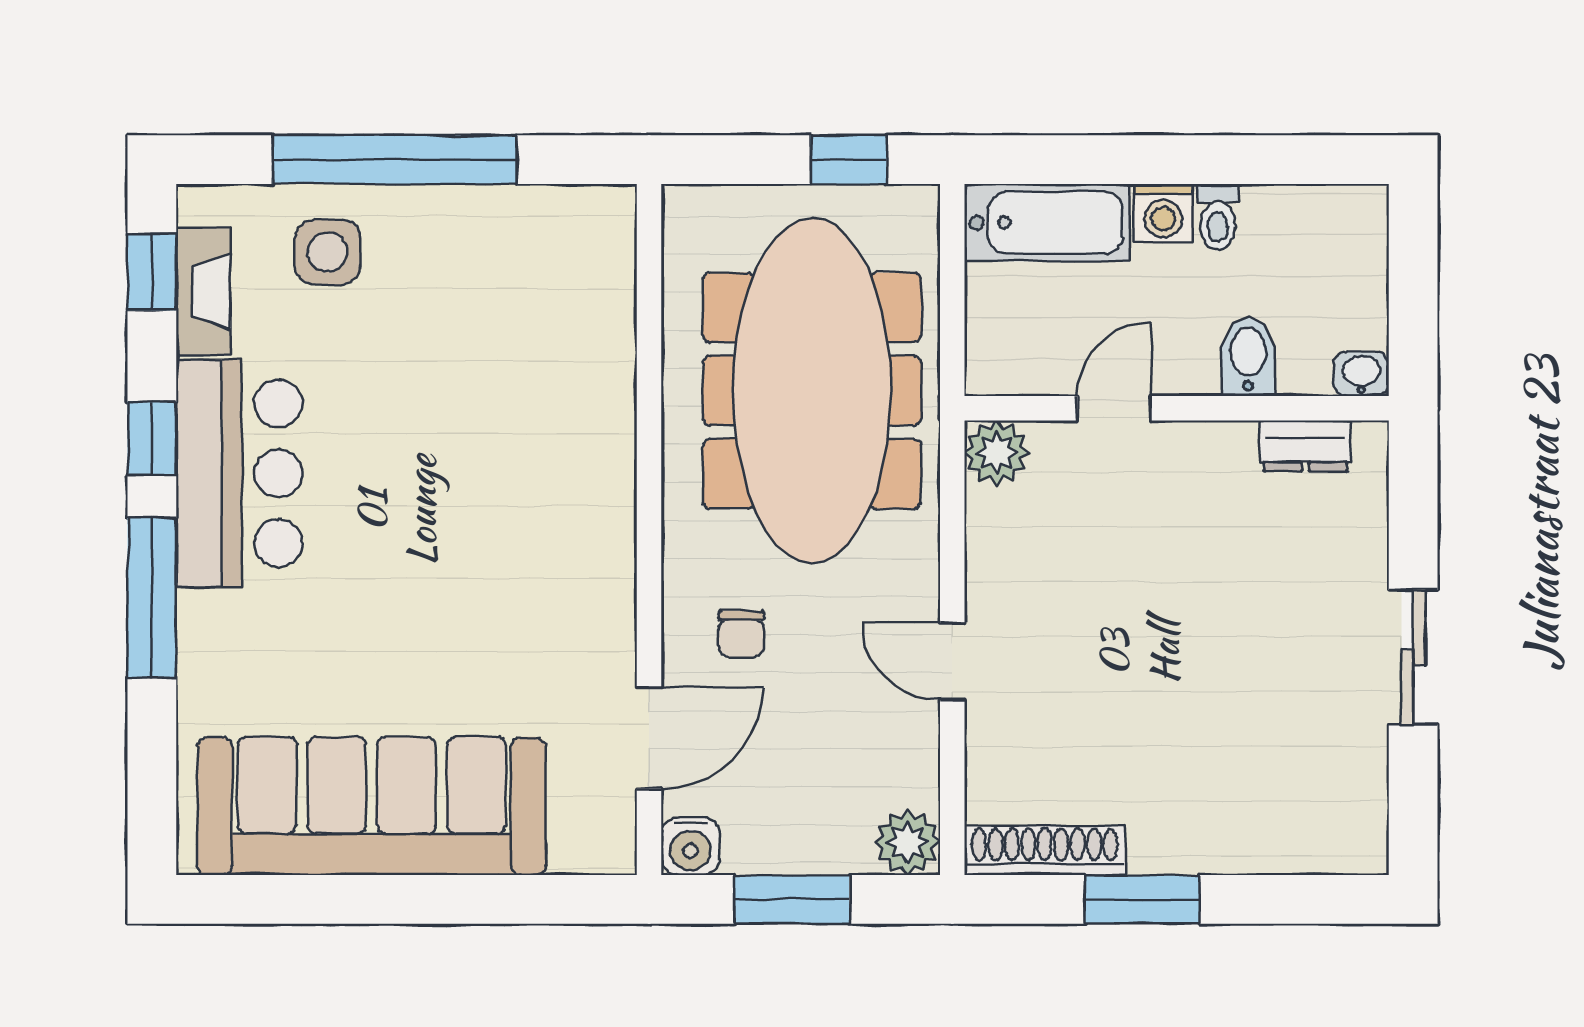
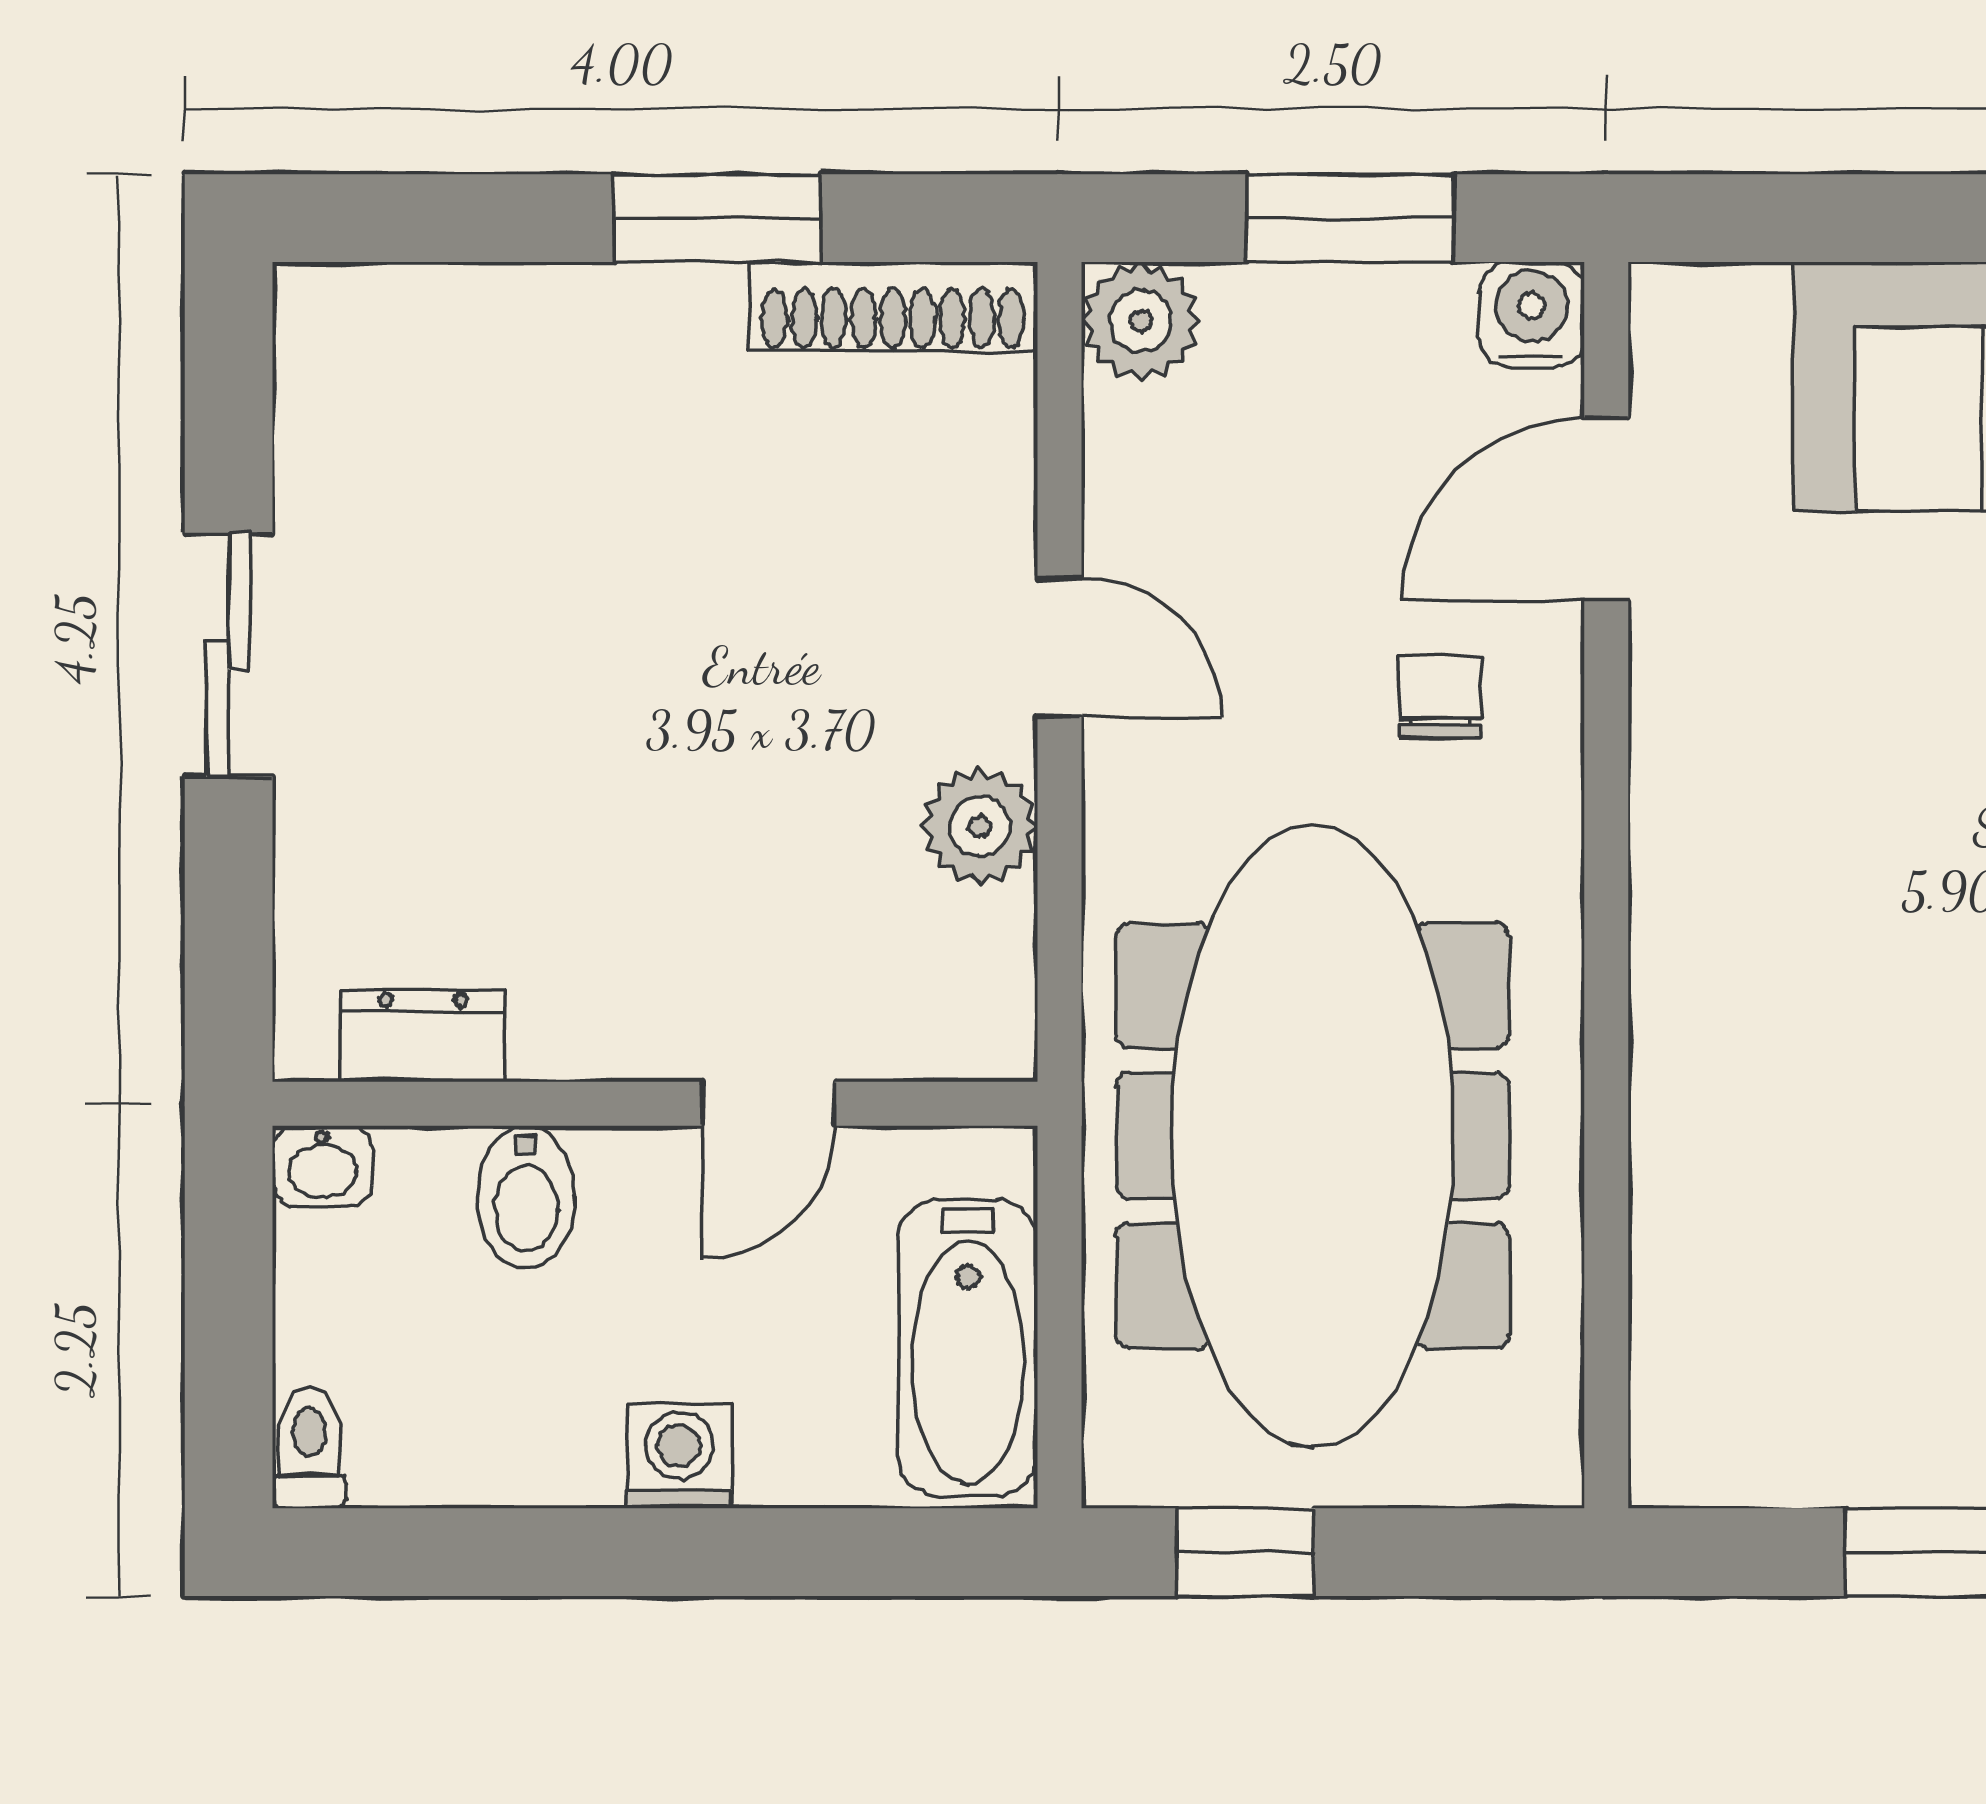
toilet: (1218, 217) -> (309, 1448), moved
bathtub: (1047, 223) -> (968, 1348), moved, turned -90
plant: (997, 453) -> (980, 826), moved

